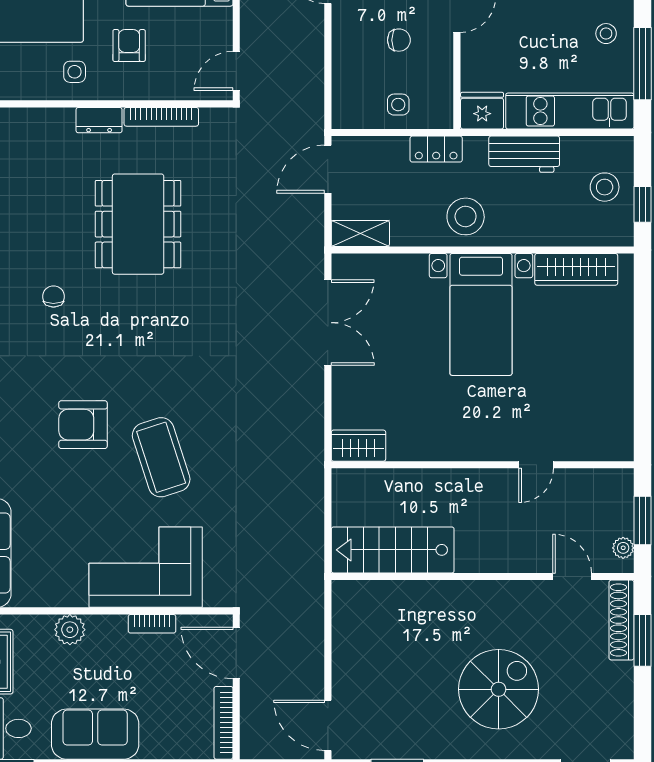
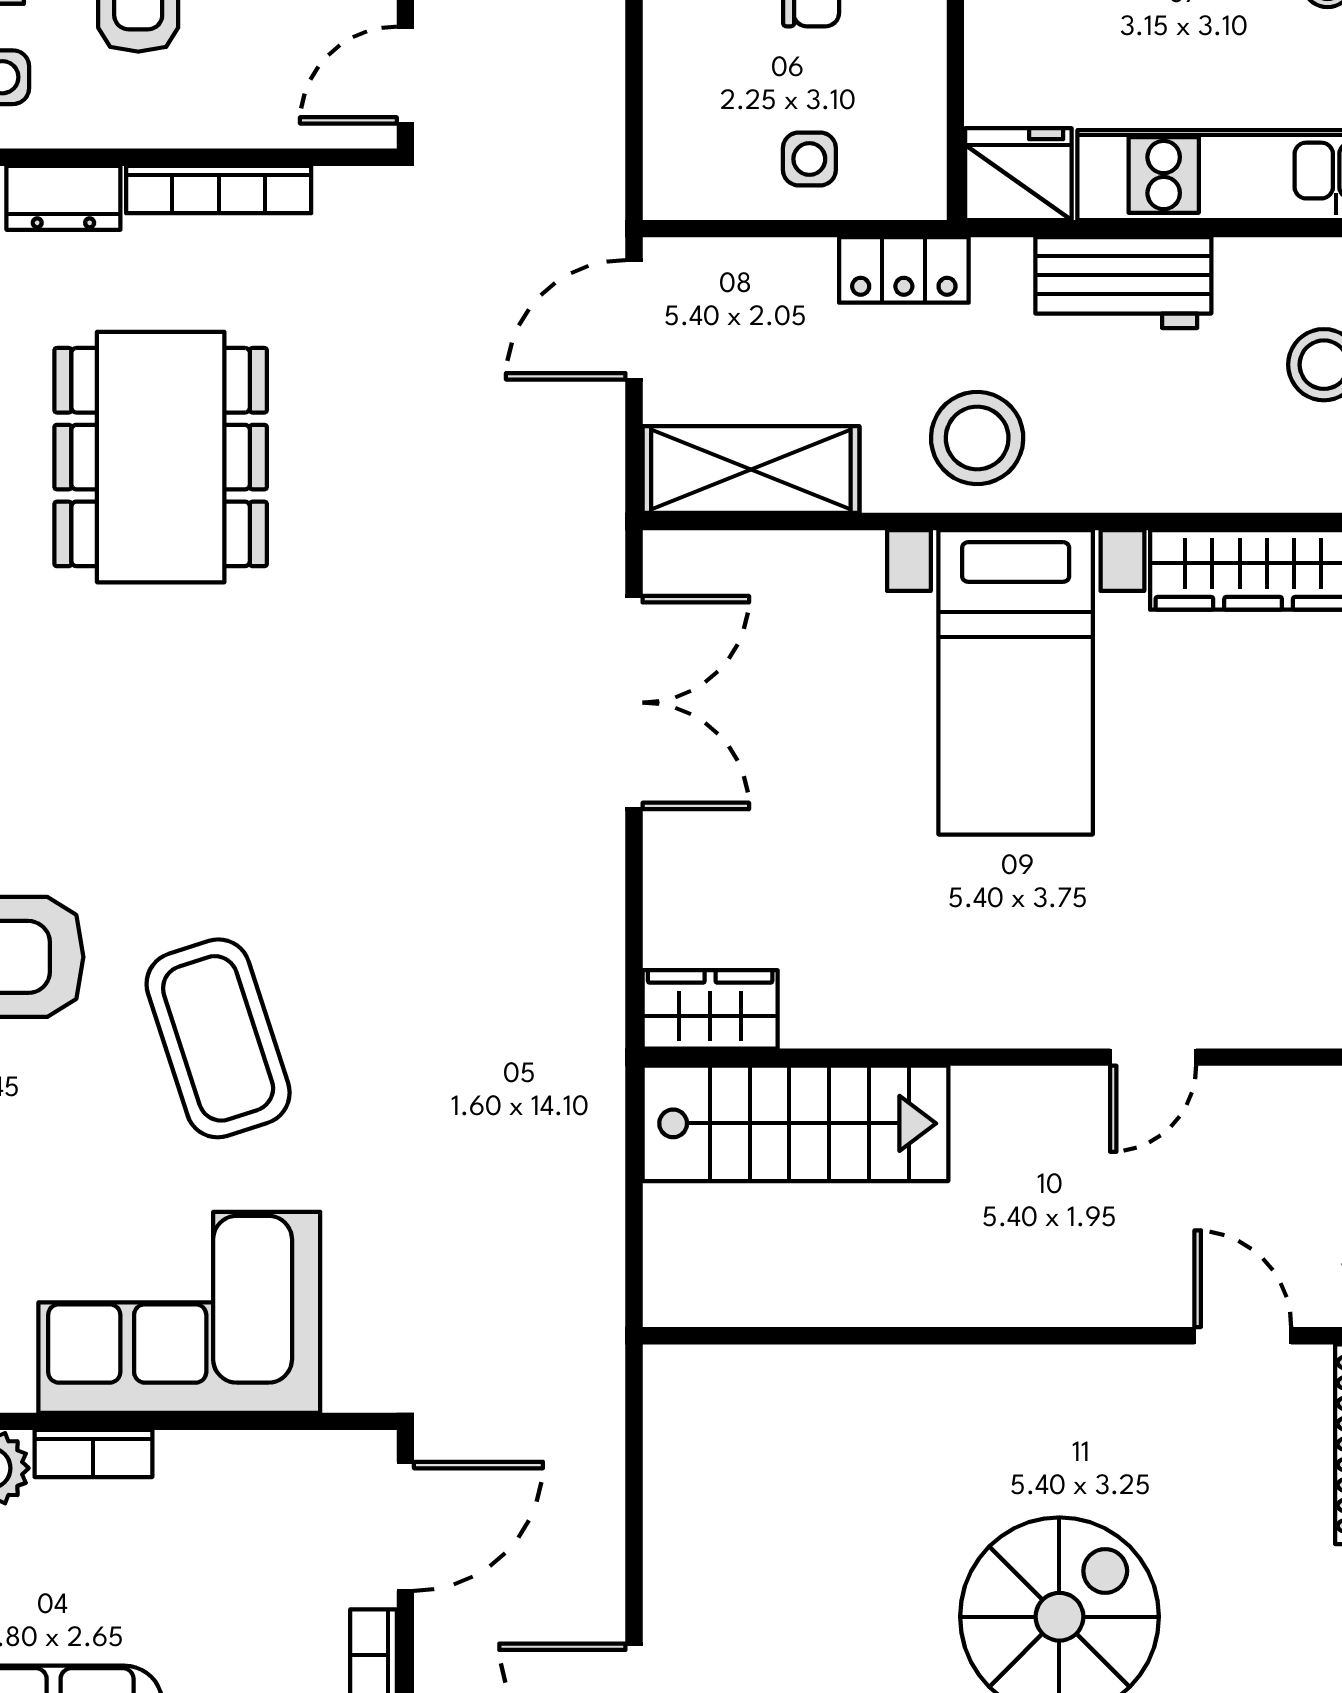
shelving: (360, 233) -> (751, 470), width x1.50, depth x1.33
stairs: (393, 550) -> (795, 1123), moved, turned 180
bookcase: (152, 624) -> (93, 1454), moved
door: (236, 653) -> (405, 1526), swing flipped

